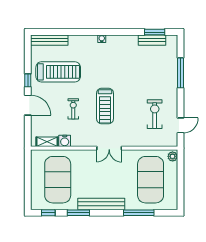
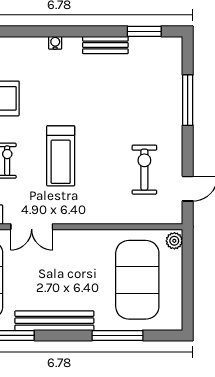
bench: (152, 40) -> (105, 45), moved
double door: (109, 148) -> (32, 227), moved

